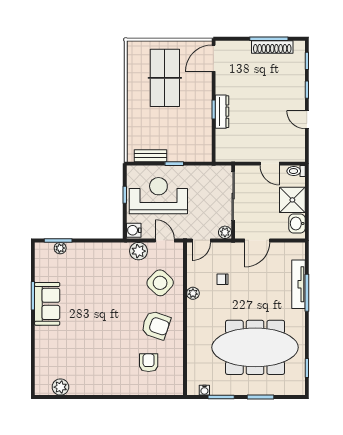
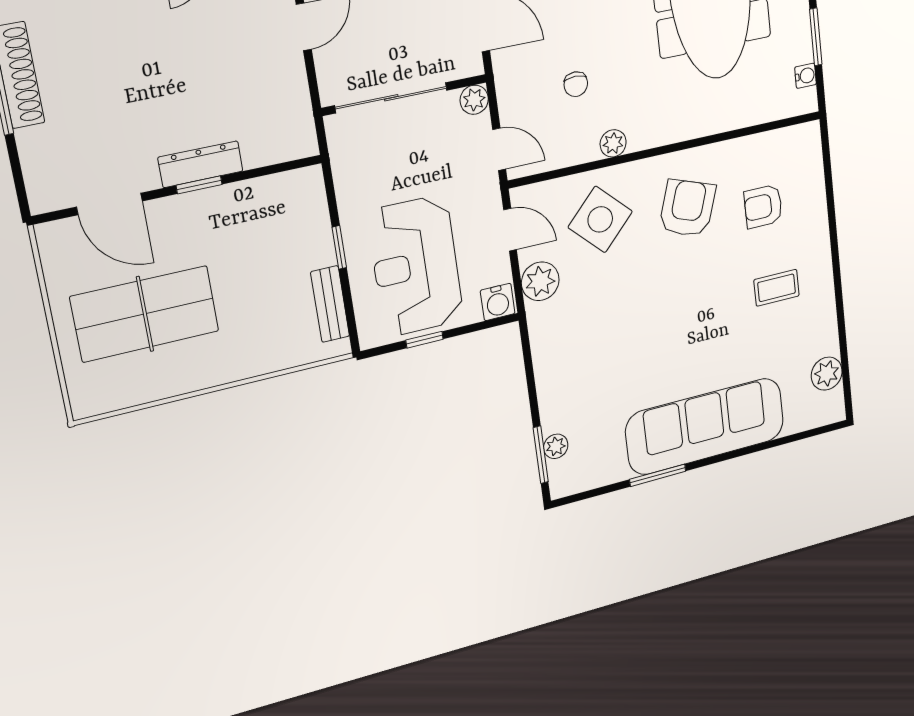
door: (214, 58) -> (110, 204), moved
door: (165, 240) -> (510, 230), swing flipped
sofa: (47, 304) -> (705, 426), width x1.85, depth x1.27
coffee table: (109, 365) -> (777, 288), added

